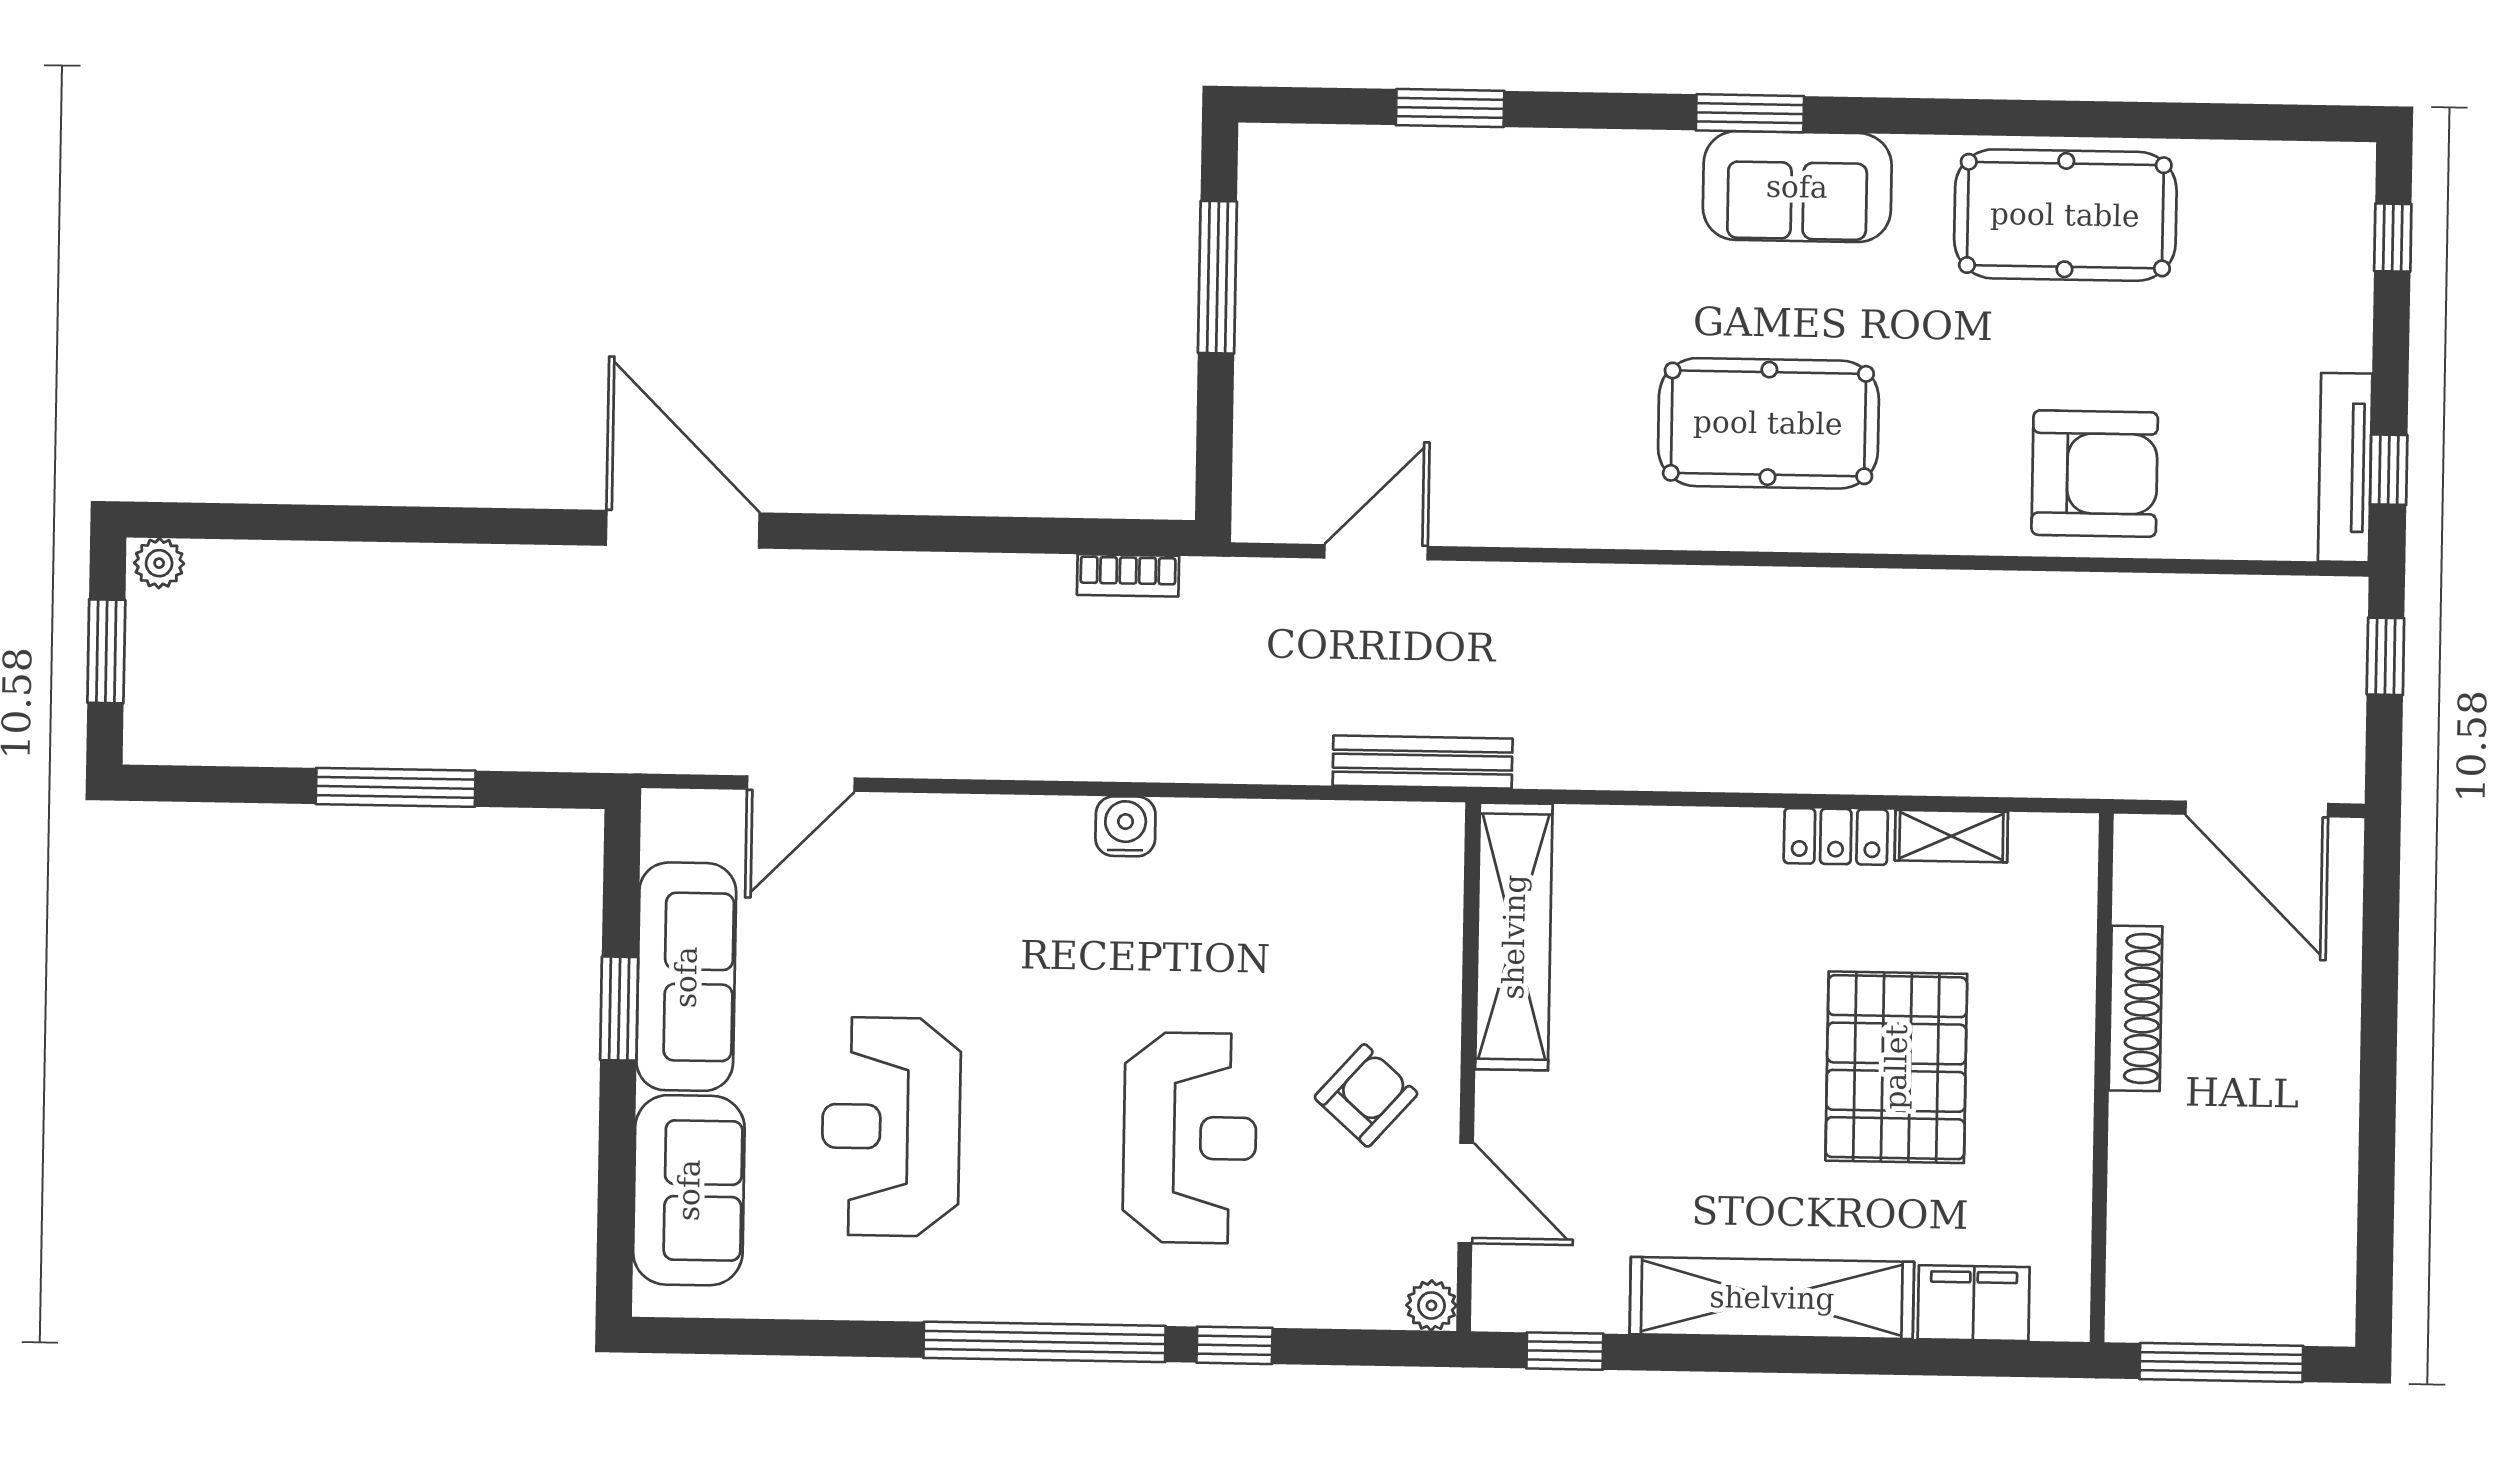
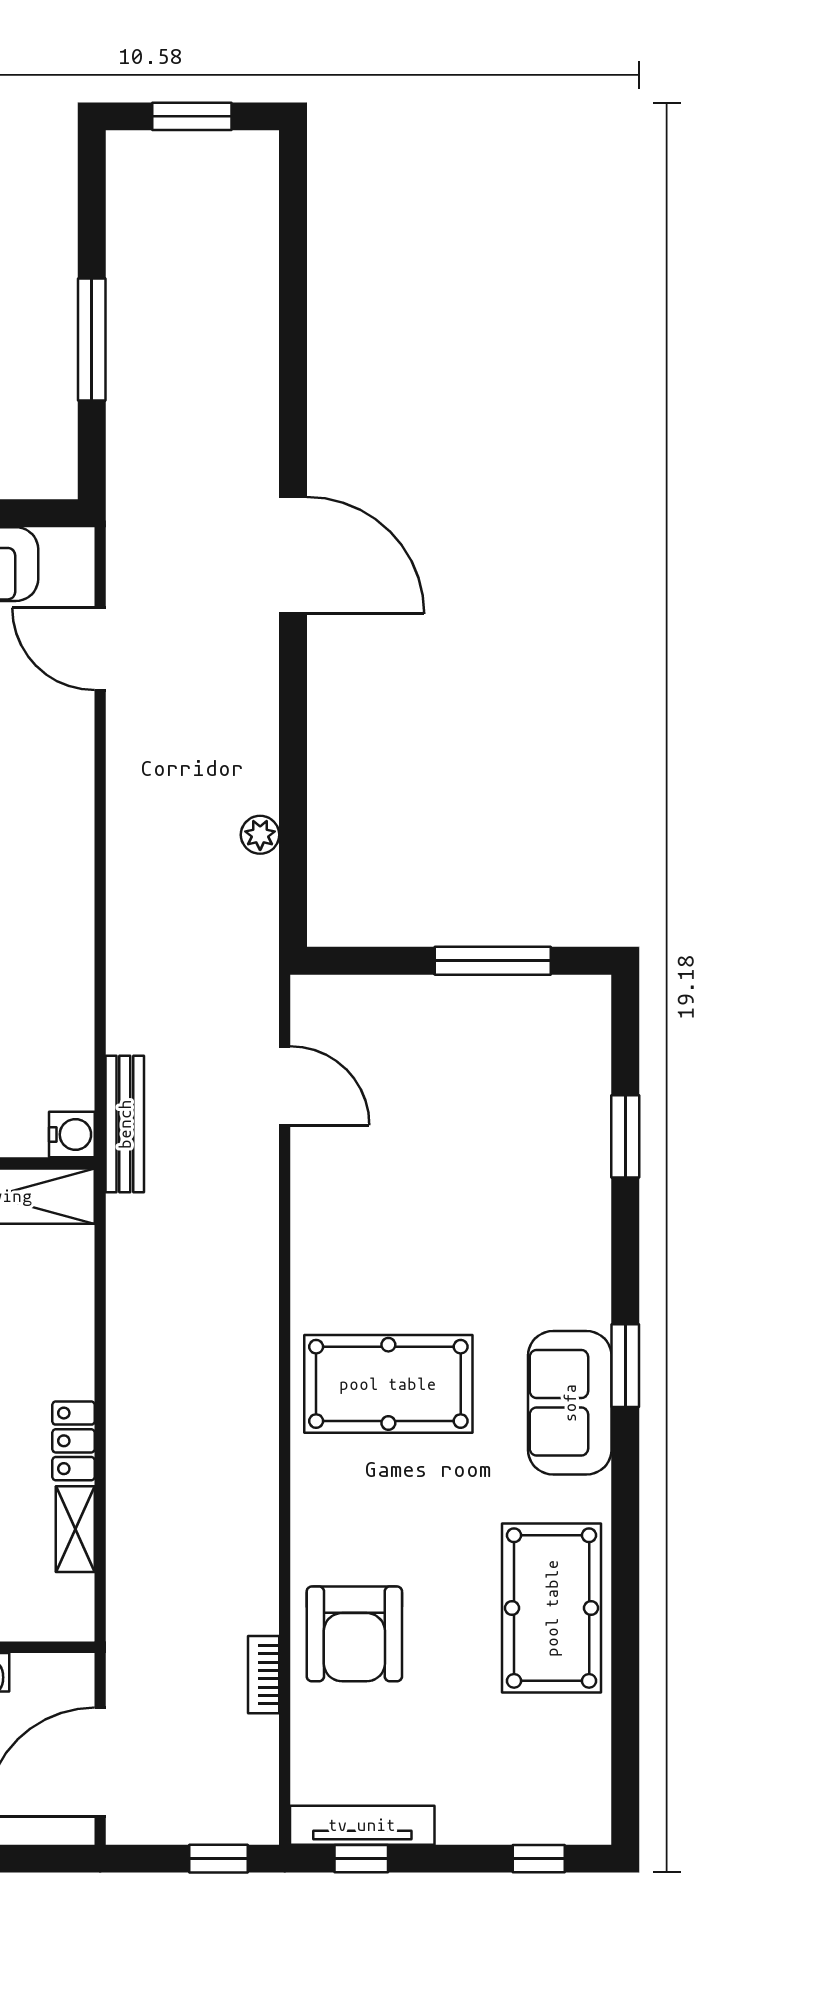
pool table: (1768, 423) -> (388, 1384), turned 90
door: (683, 529) -> (293, 555), hinge flipped
plant: (159, 563) -> (260, 835), moved
bookcase: (1128, 575) -> (264, 1675), moved
water cooler: (1125, 826) -> (72, 1134), moved

